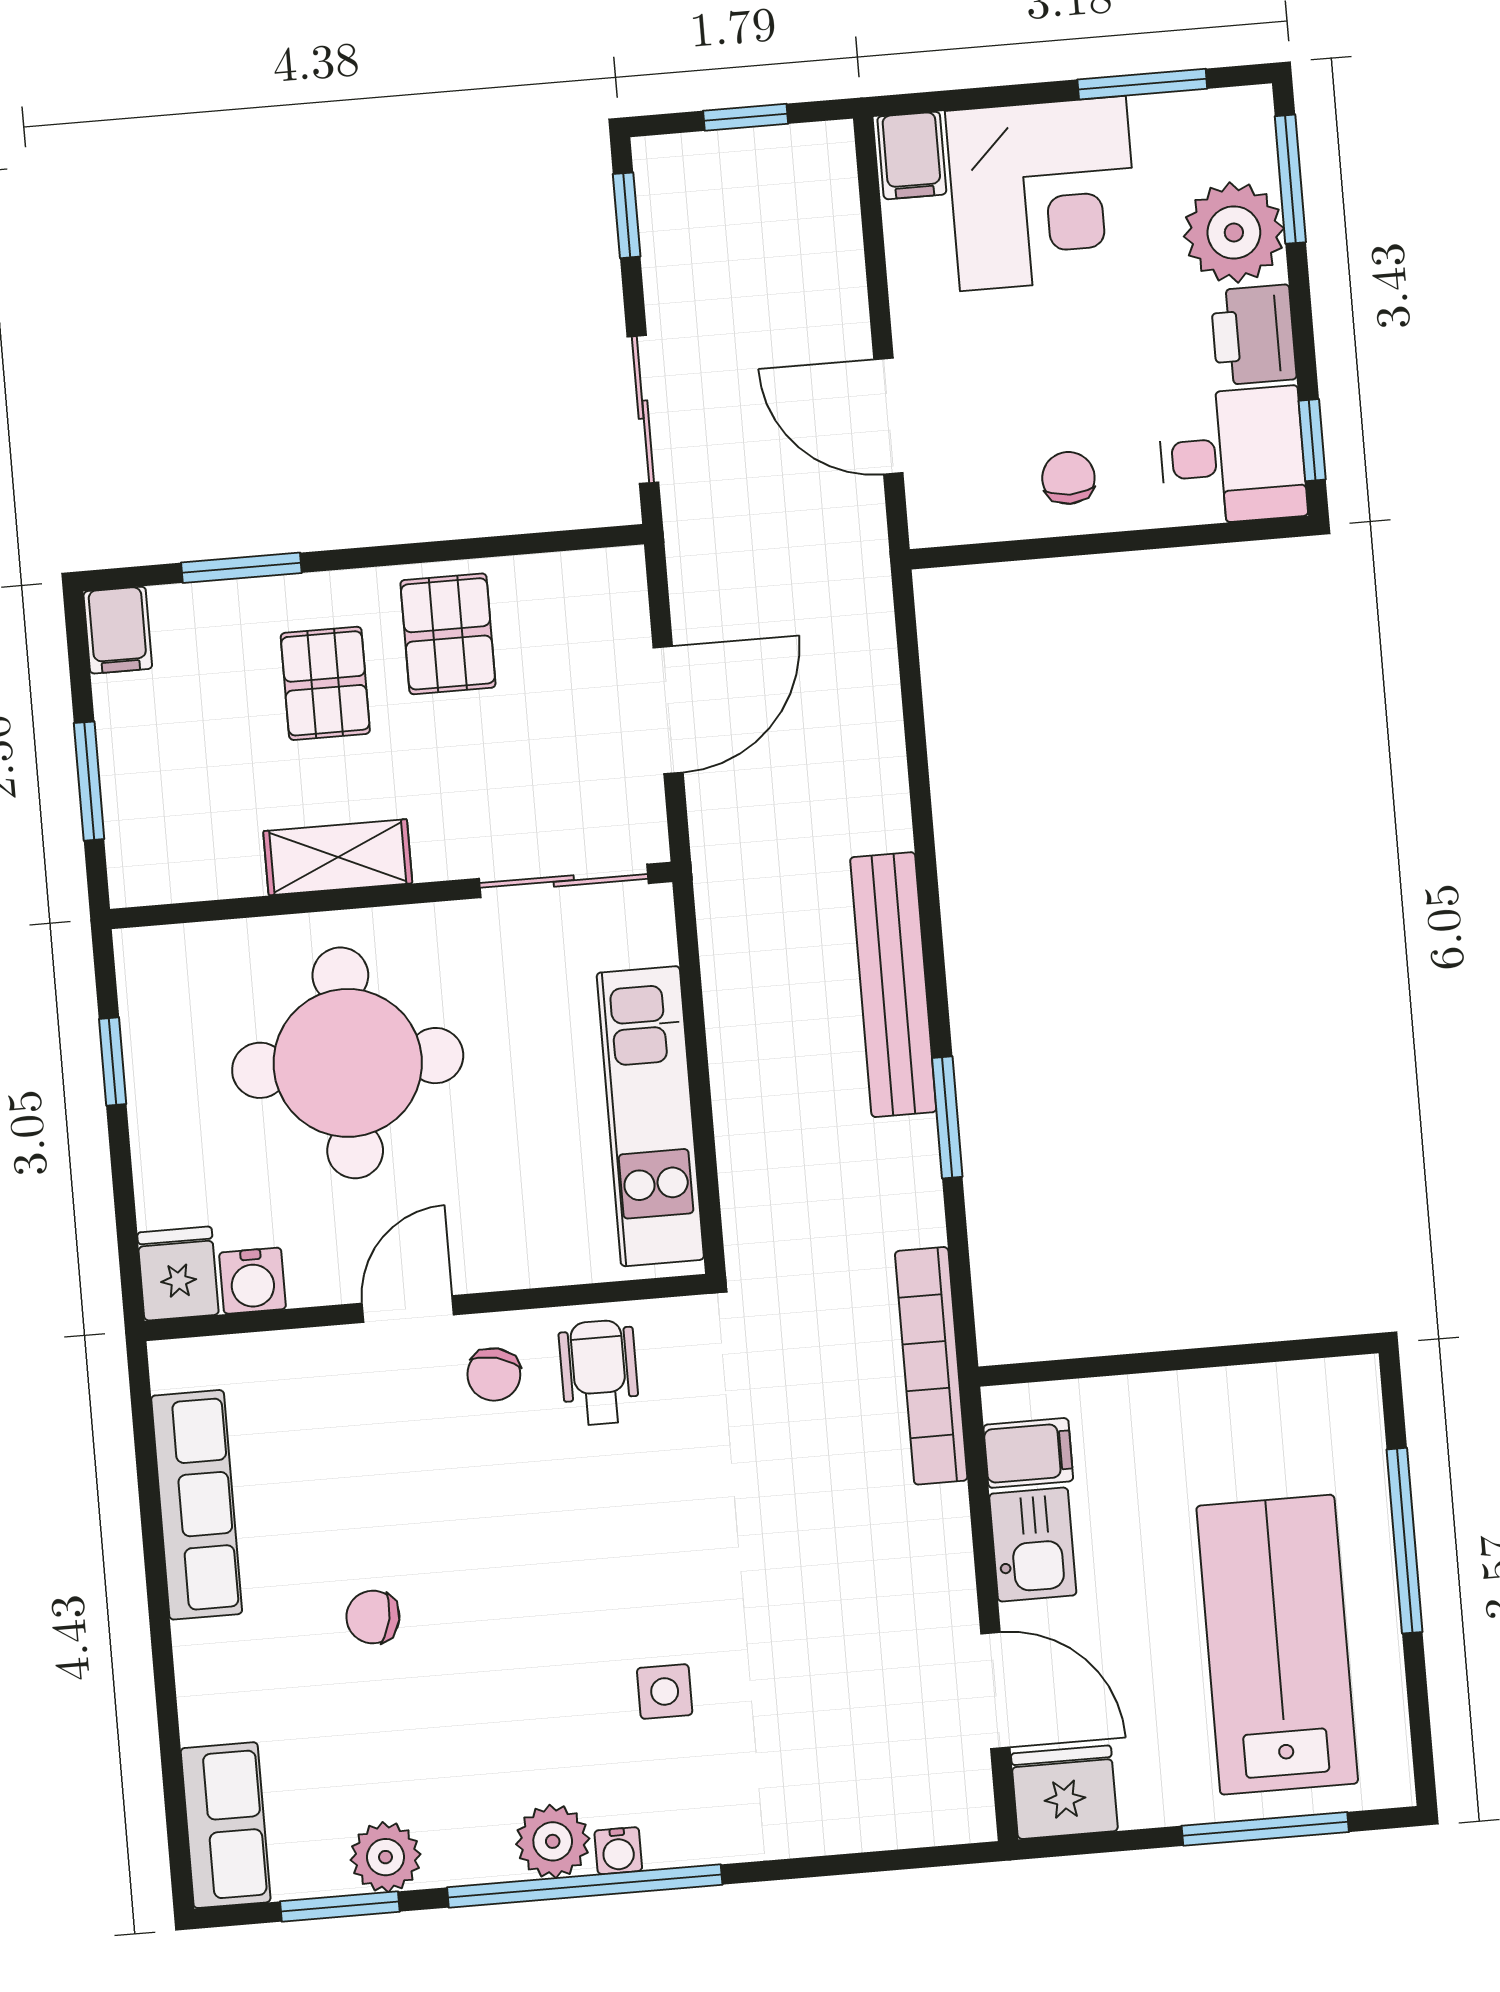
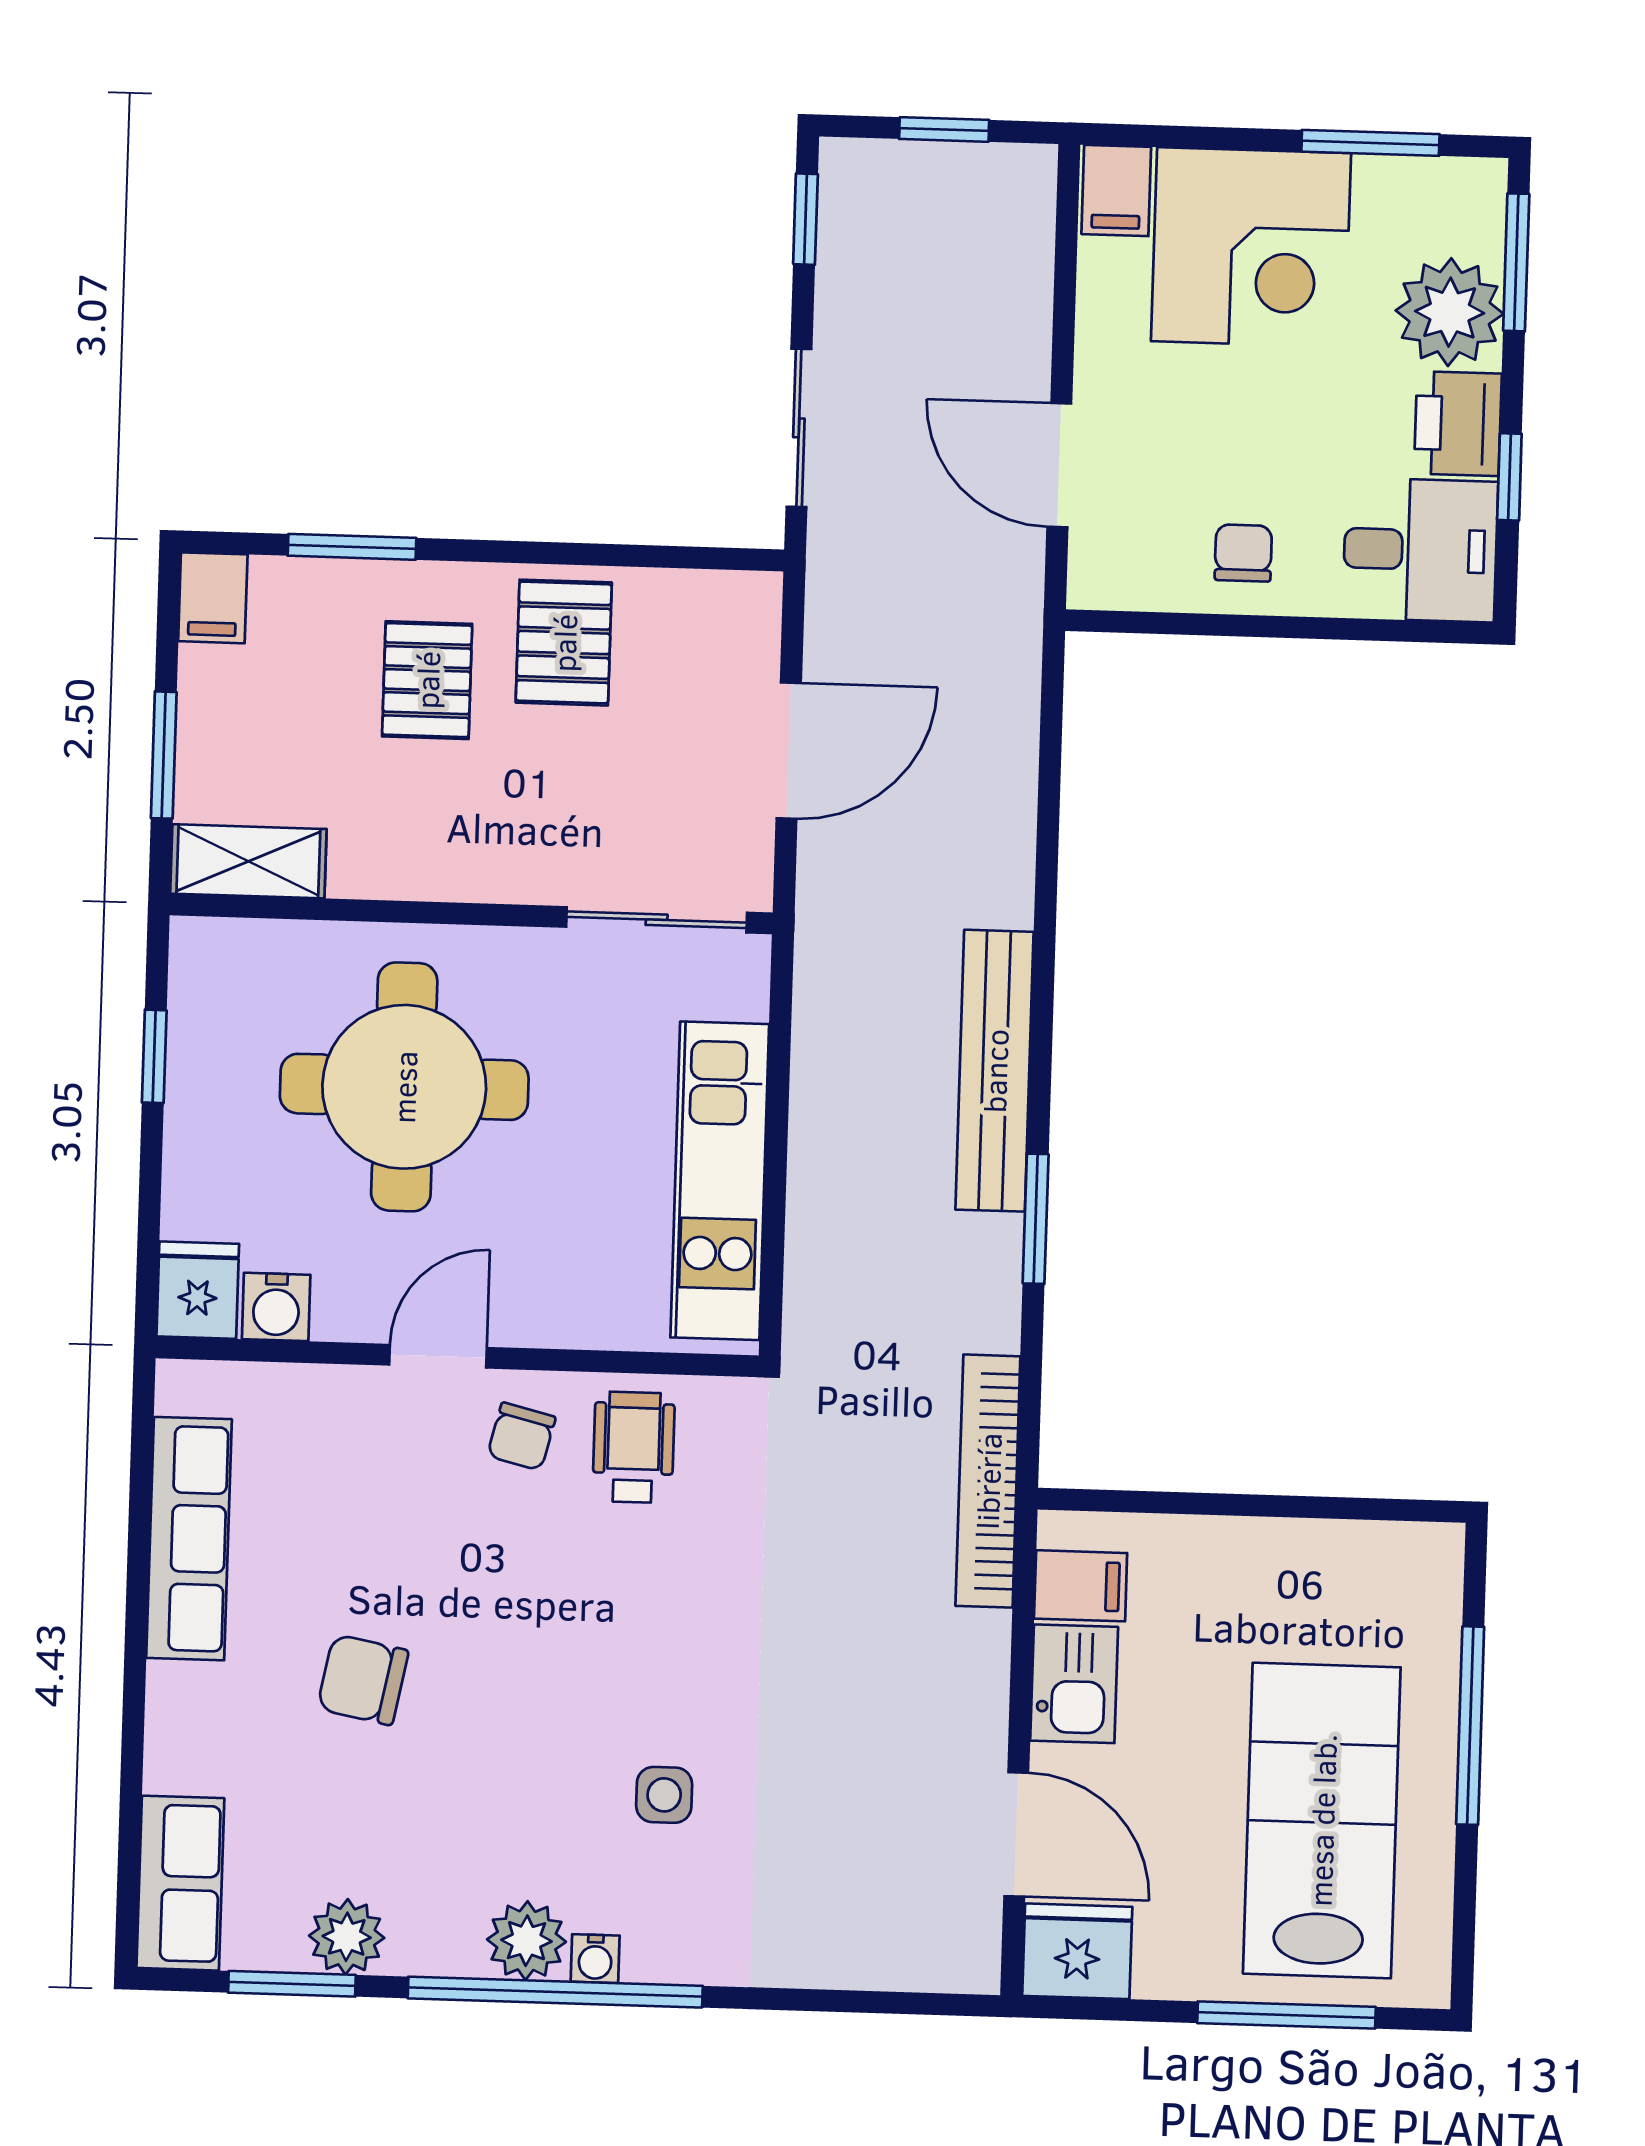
window: (1312, 440) -> (1509, 477), moved
shelving: (338, 857) -> (248, 861), moved
chair: (373, 1617) -> (363, 1680), width x1.37, depth x1.37

